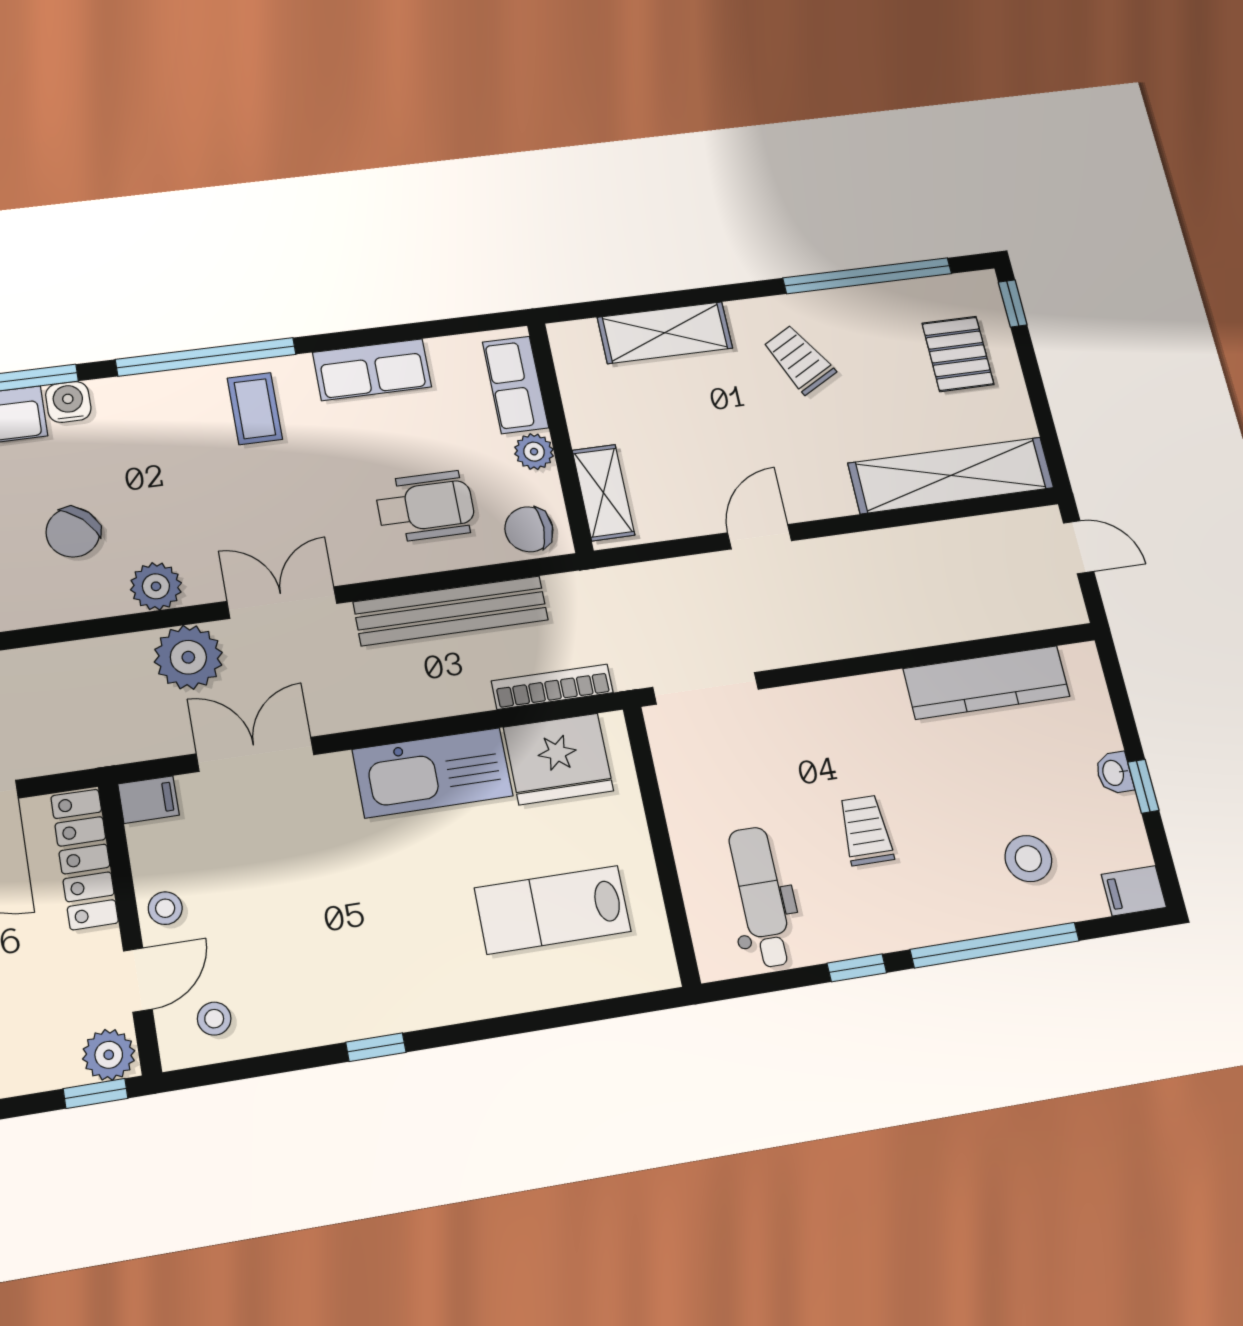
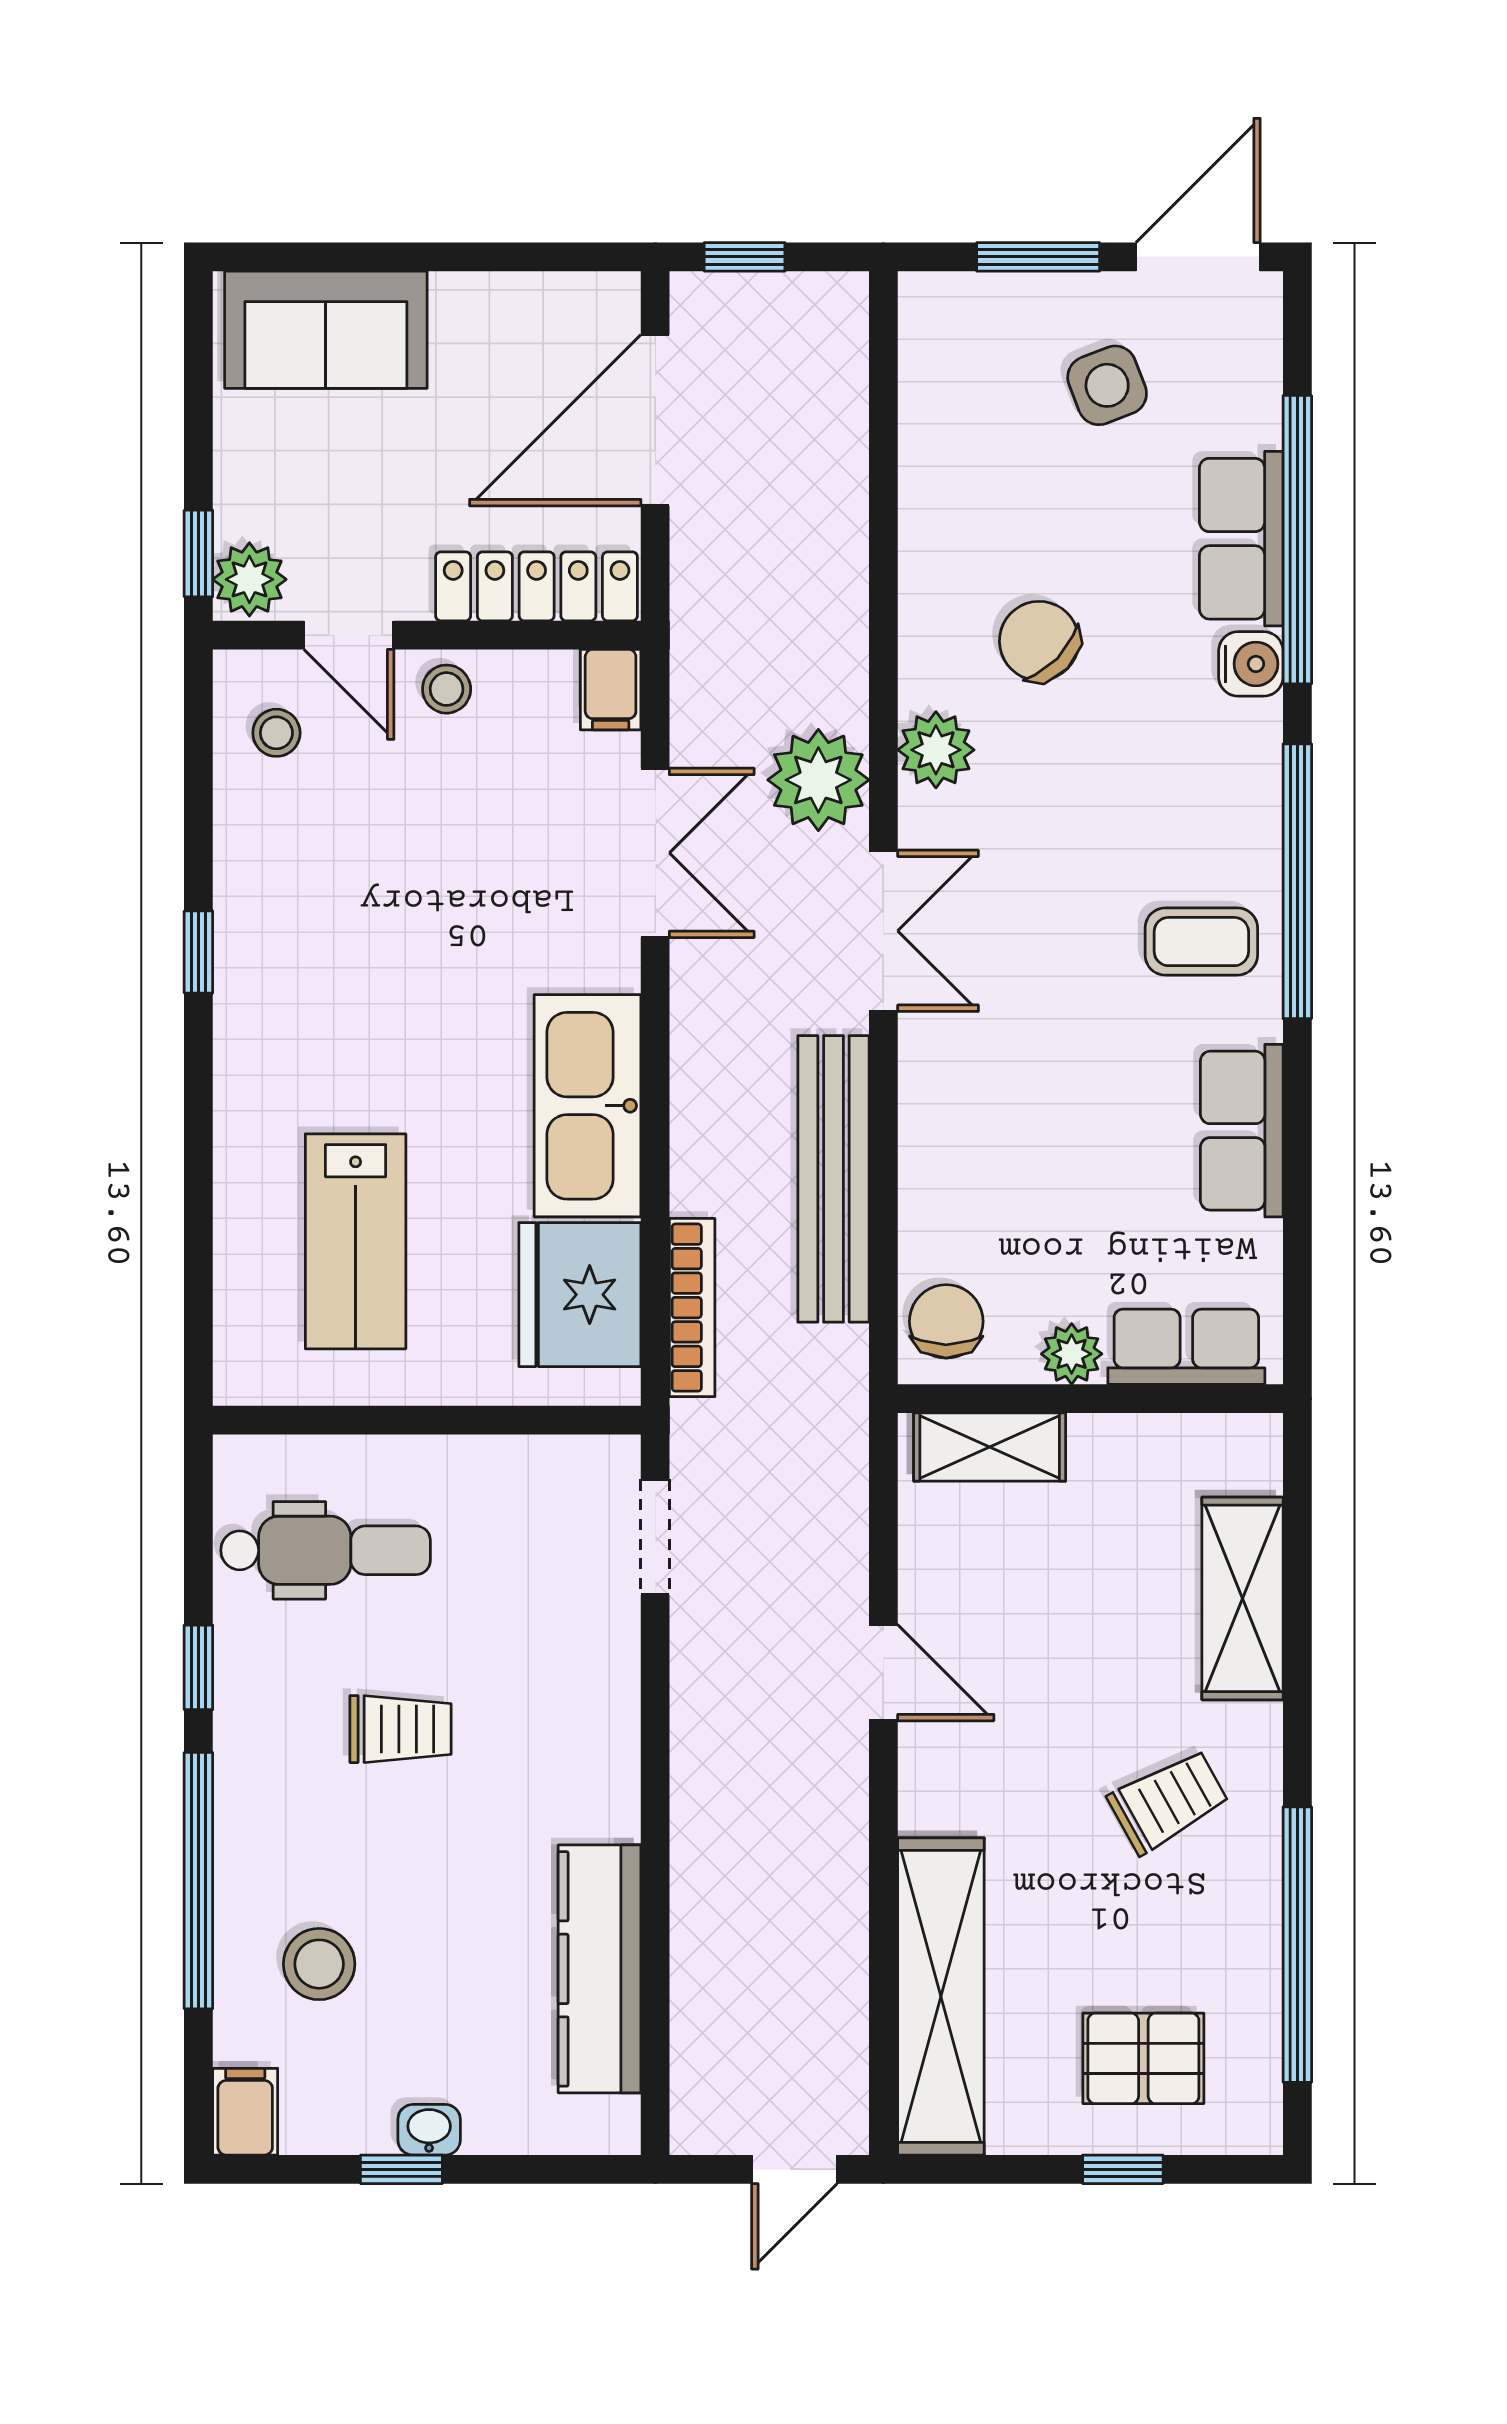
window: (1013, 303) -> (1123, 2169), moved
wheelchair: (425, 507) -> (1005, 1172), removed
doorway: (706, 688) -> (655, 1537), width x0.73
lab bench: (553, 910) -> (356, 1241), turned 180

